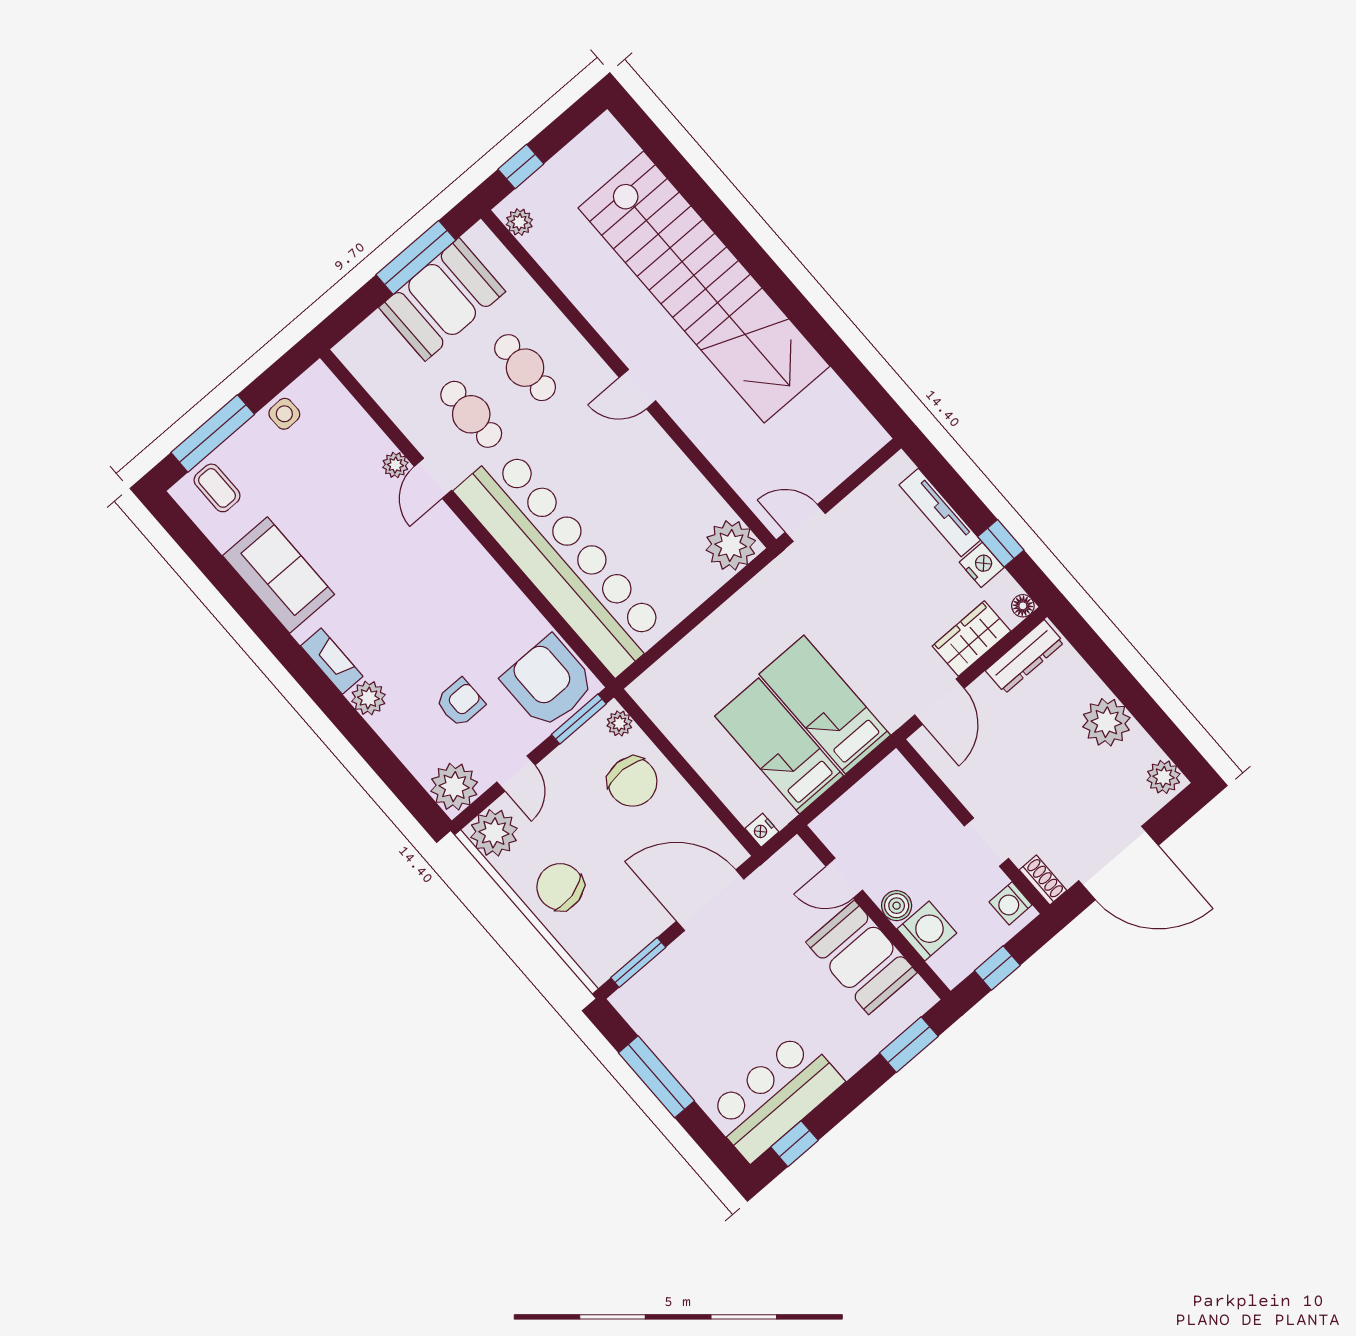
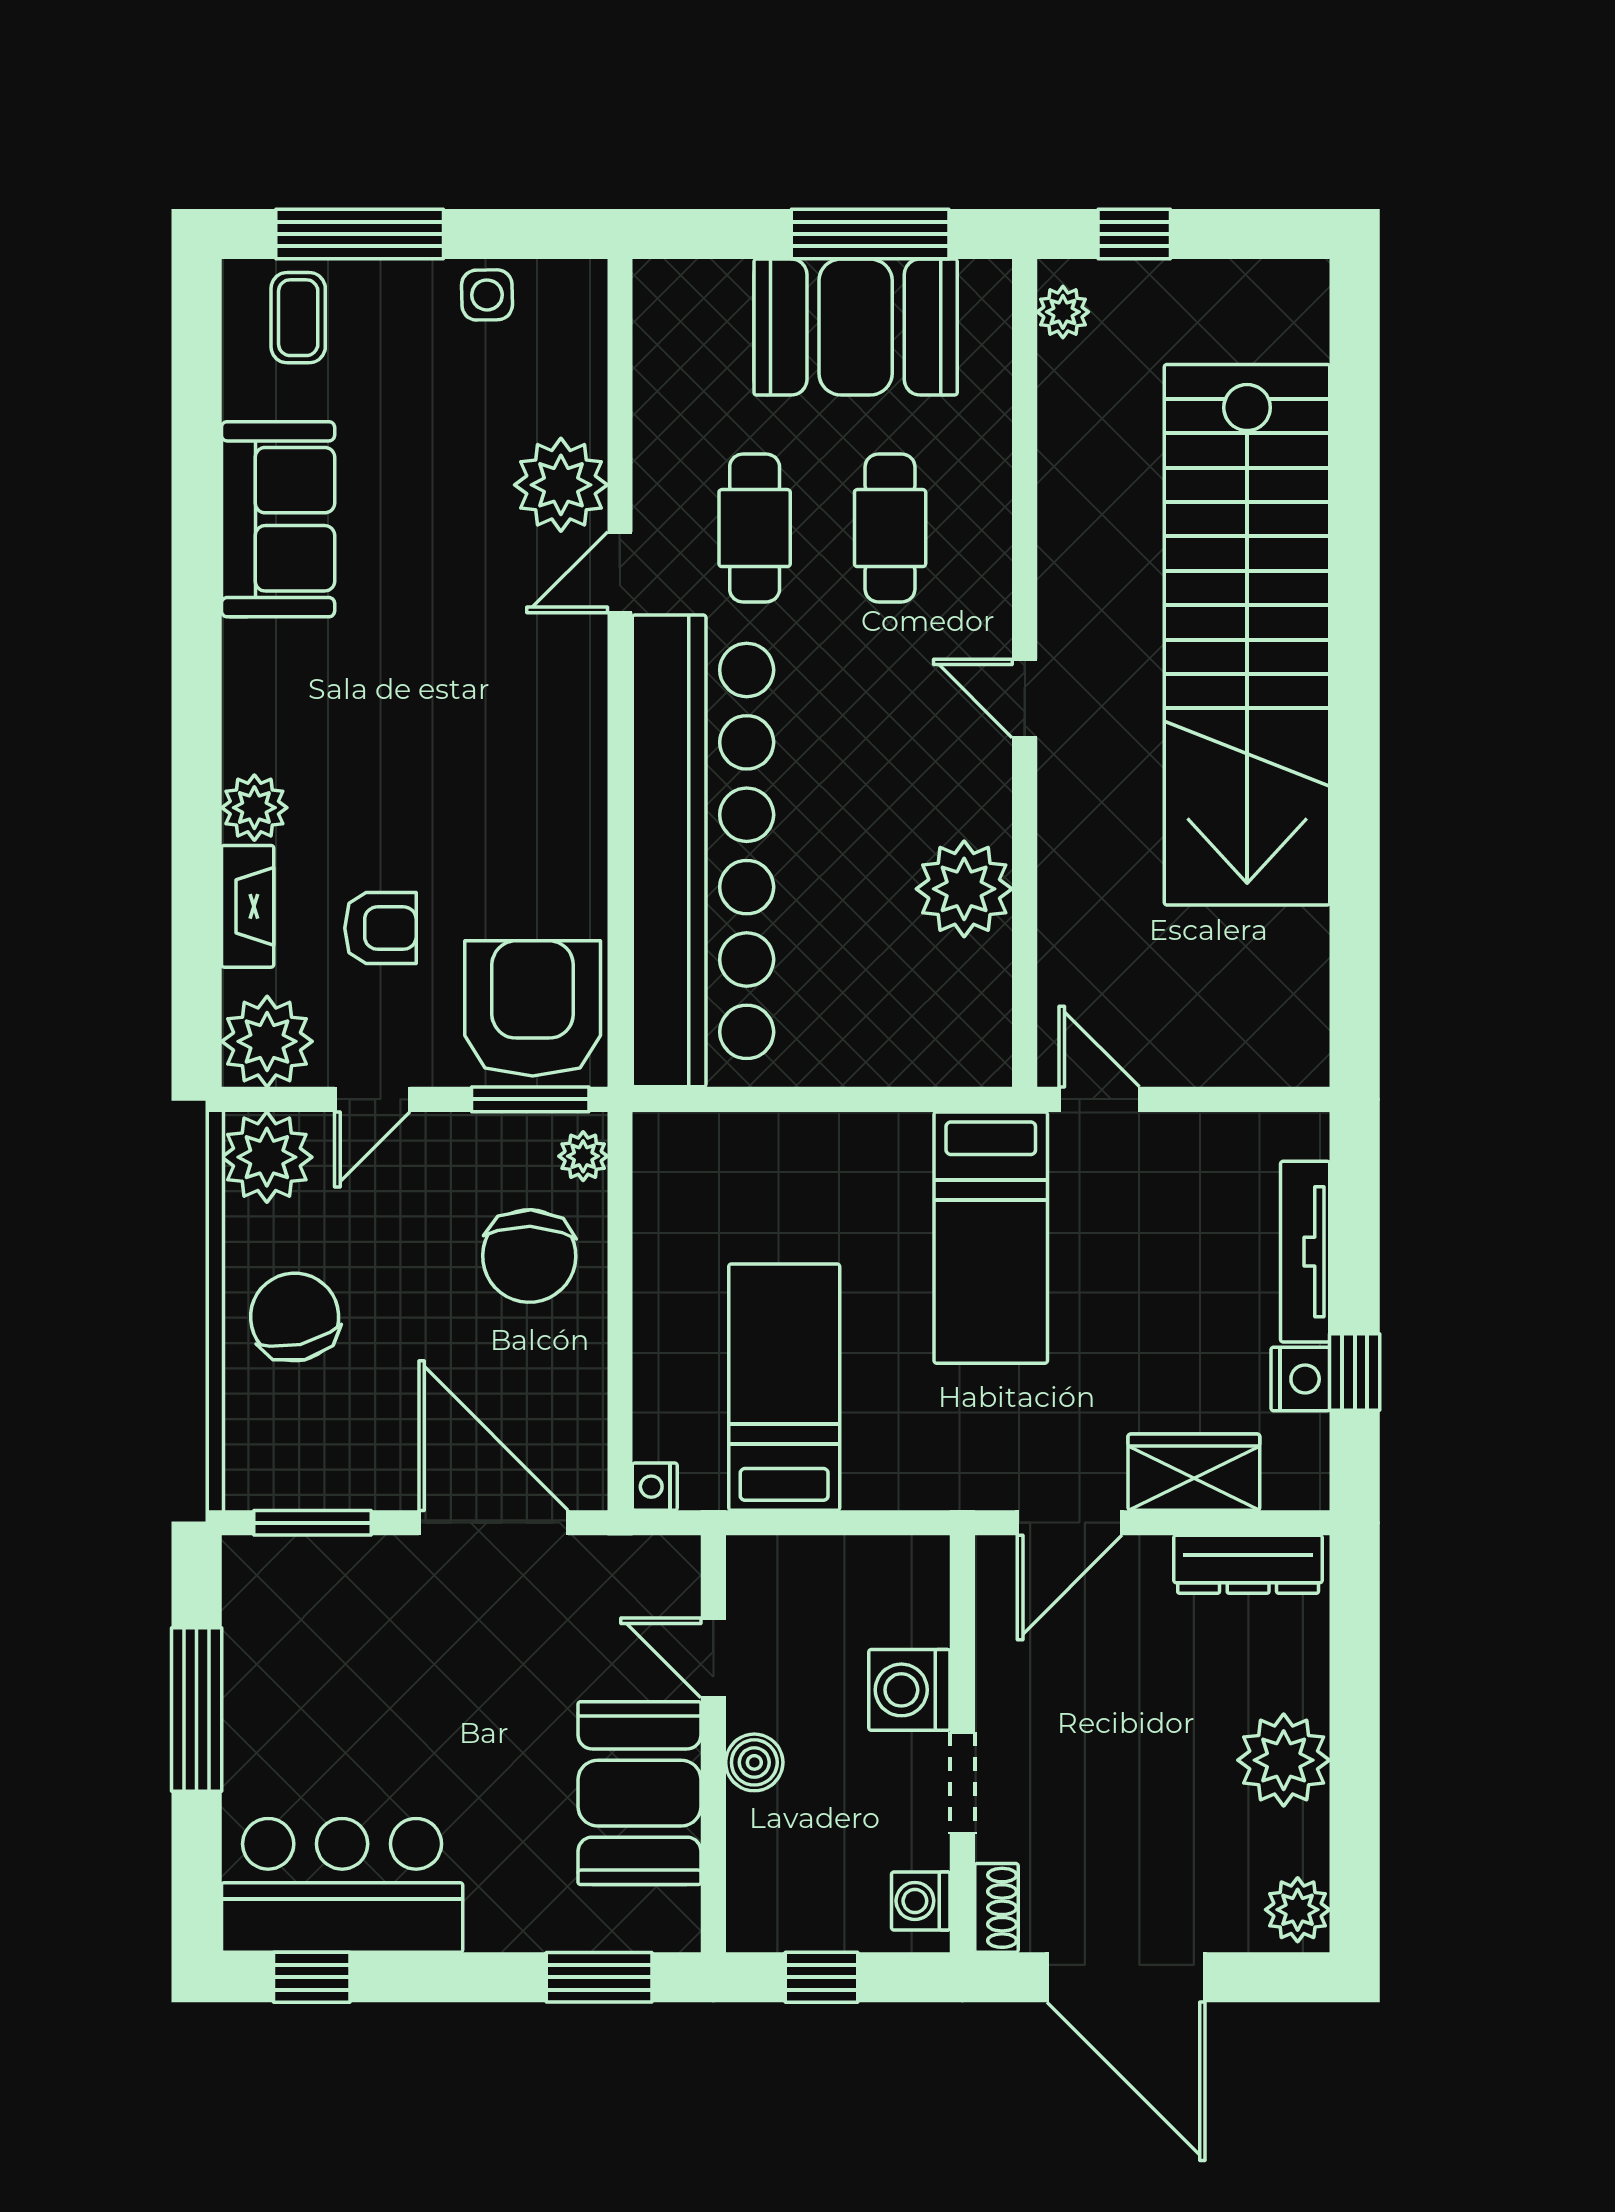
plant: (395, 465) -> (561, 485), width x1.87, depth x1.87
plant: (731, 545) -> (964, 889), moved
floor lamp: (1023, 606) -> (1308, 1489), removed
fireplace: (332, 661) -> (248, 906), moved
bed: (825, 705) -> (991, 1238), moved, turned 180
washing machine: (927, 931) -> (909, 1690), moved, turned 180

